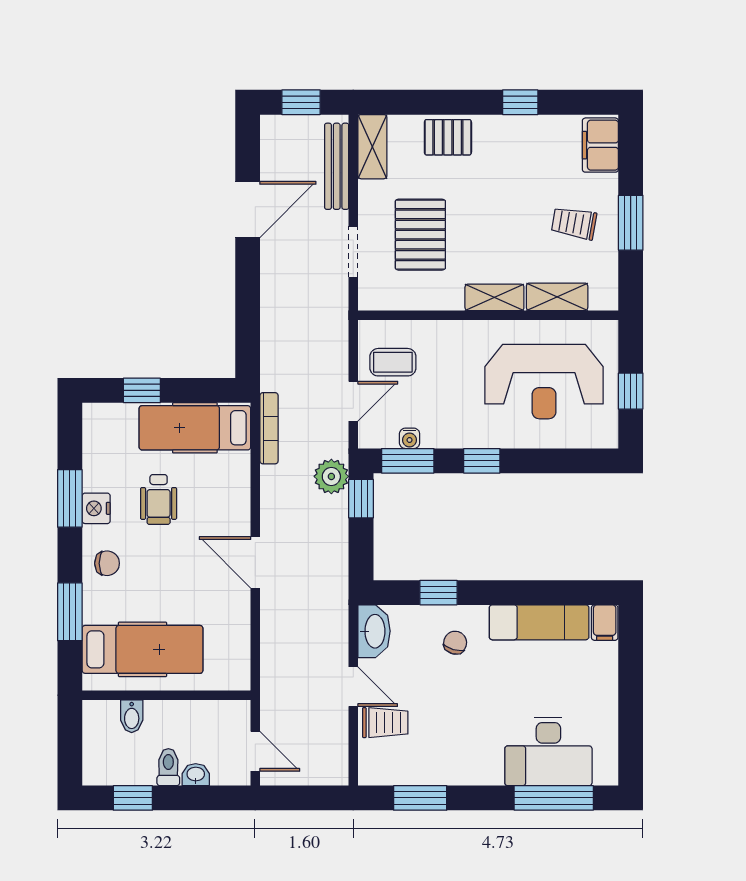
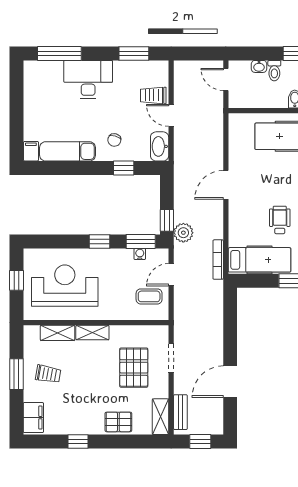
bench: (337, 166) -> (180, 412), width x0.73
door: (255, 562) -> (226, 185), swing flipped
desk: (548, 751) -> (88, 79), moved

